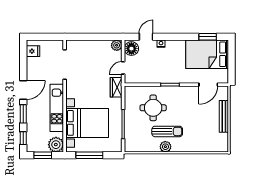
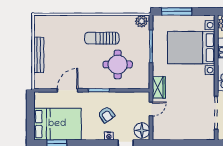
plant: (117, 45) -> (158, 134), removed
armchair: (163, 63) -> (106, 115), added
door: (208, 85) -> (68, 90), moved
plant: (165, 147) -> (141, 21), moved
window: (89, 155) -> (177, 11), moved

